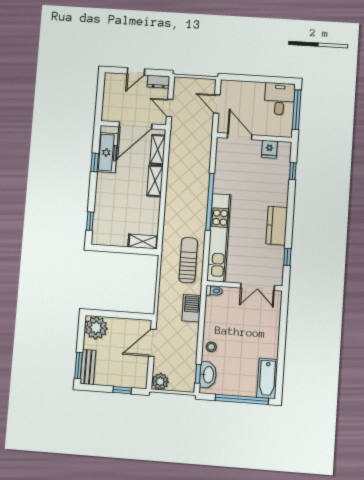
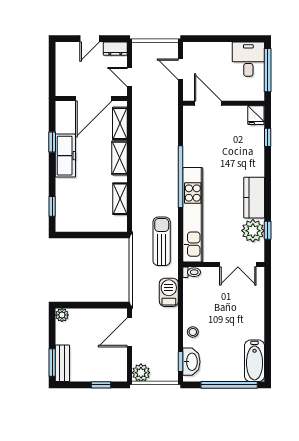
fridge: (269, 149) -> (256, 115), moved
freezer: (108, 153) -> (65, 156), moved
shelving: (143, 241) -> (120, 199), moved, turned 90
plant: (274, 256) -> (253, 231), added
plant: (96, 328) -> (62, 315), width x0.53, depth x0.53

